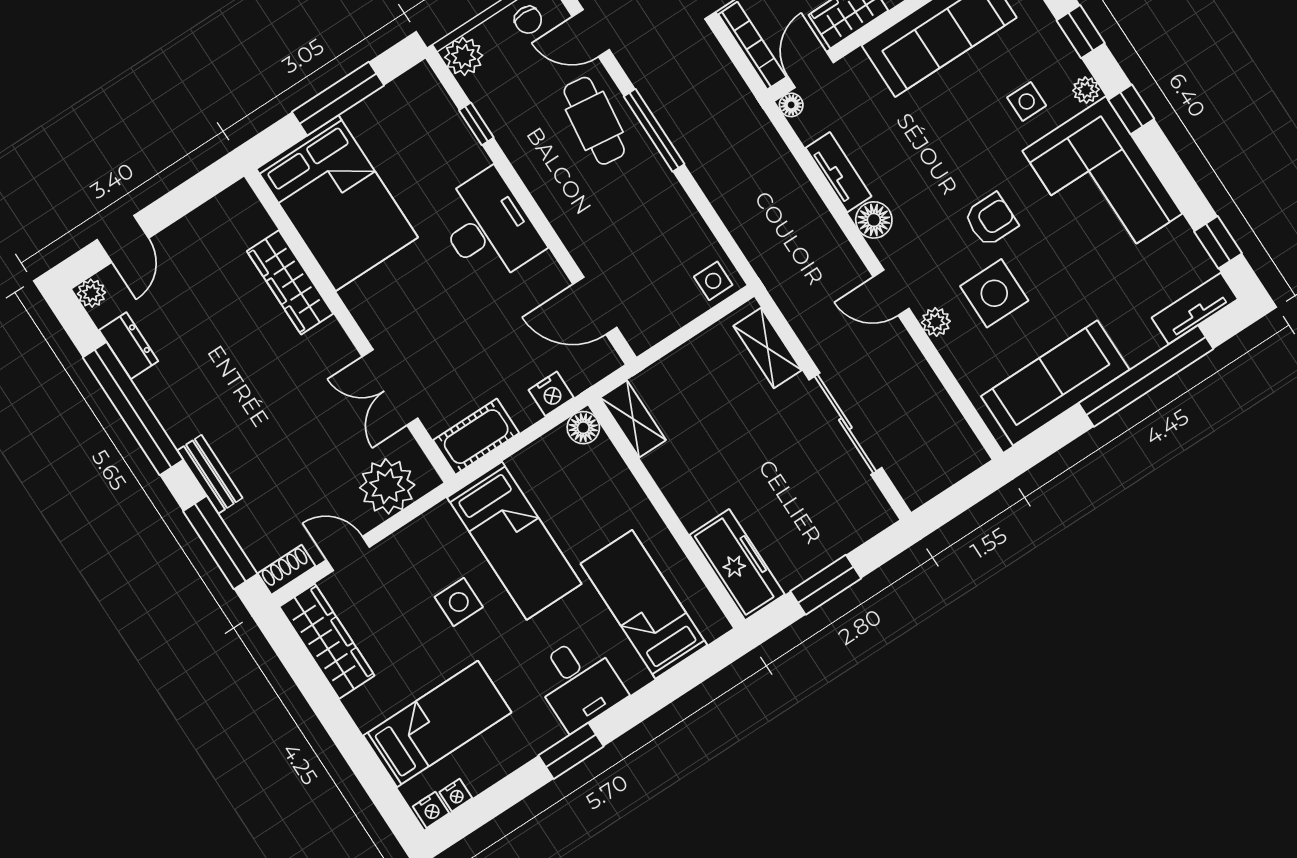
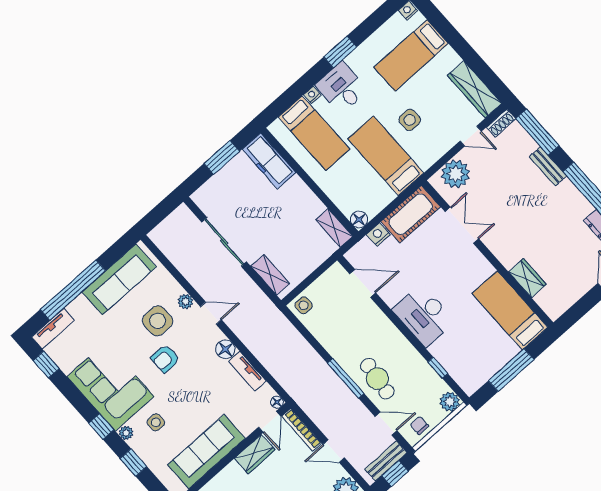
bed: (337, 203) -> (510, 310), width x0.67
wardrobe: (290, 282) -> (527, 278), width x0.67
cot: (476, 437) -> (411, 214), width x1.37, depth x1.34
nightstand: (456, 795) -> (312, 95), moved

